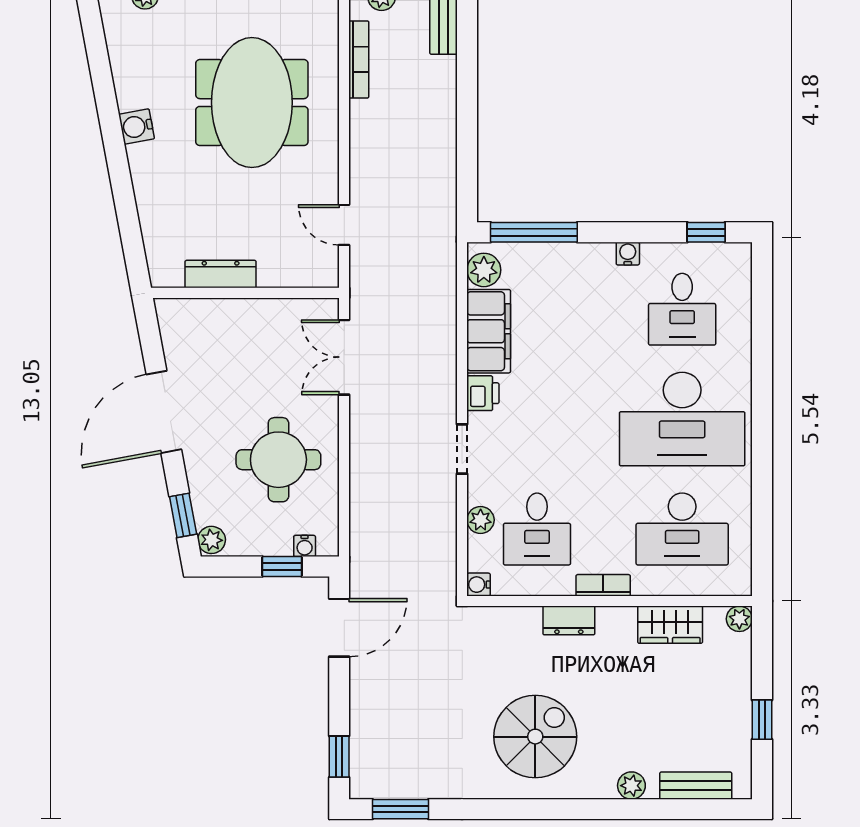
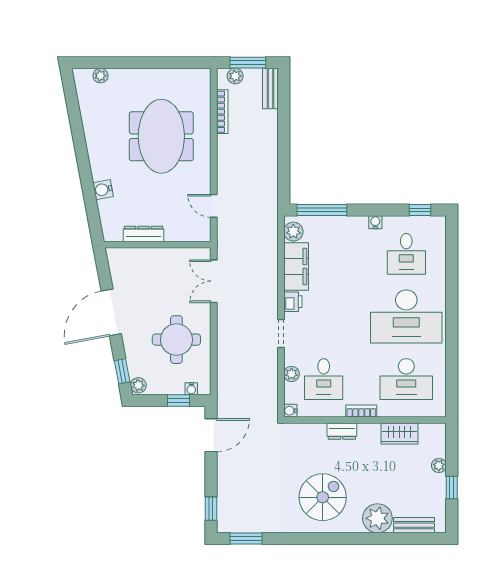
water cooler: (137, 127) -> (103, 190), moved
plant: (739, 619) -> (439, 465), moved
plant: (631, 786) -> (377, 518), width x1.88, depth x1.88

